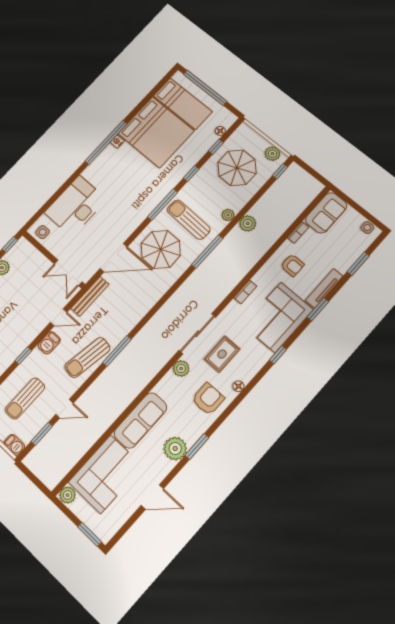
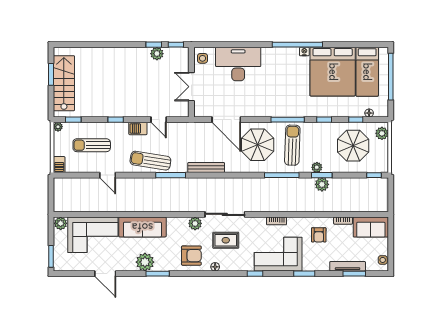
plant: (272, 154) -> (382, 133), moved
double door: (68, 273) -> (191, 87), moved
tv unit: (324, 288) -> (348, 266), moved
bench: (90, 296) -> (206, 167), moved
window: (42, 434) -> (322, 175), moved

